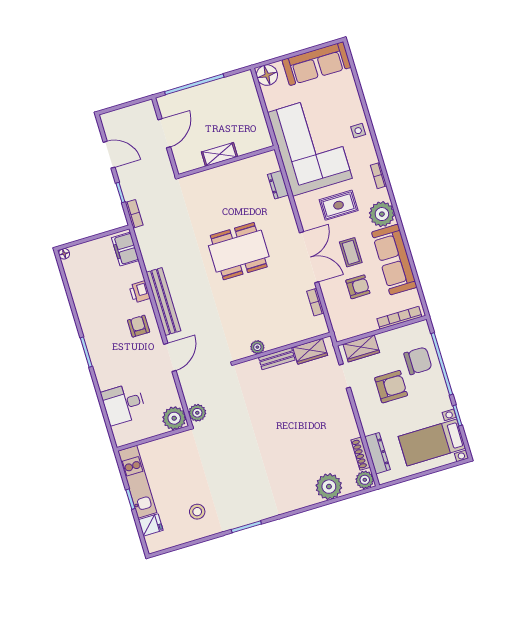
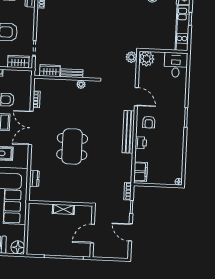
dining table: (239, 251) -> (72, 146), turned 90
door: (170, 357) -> (136, 97), swing flipped
desk: (124, 404) -> (176, 65), moved, turned -90

